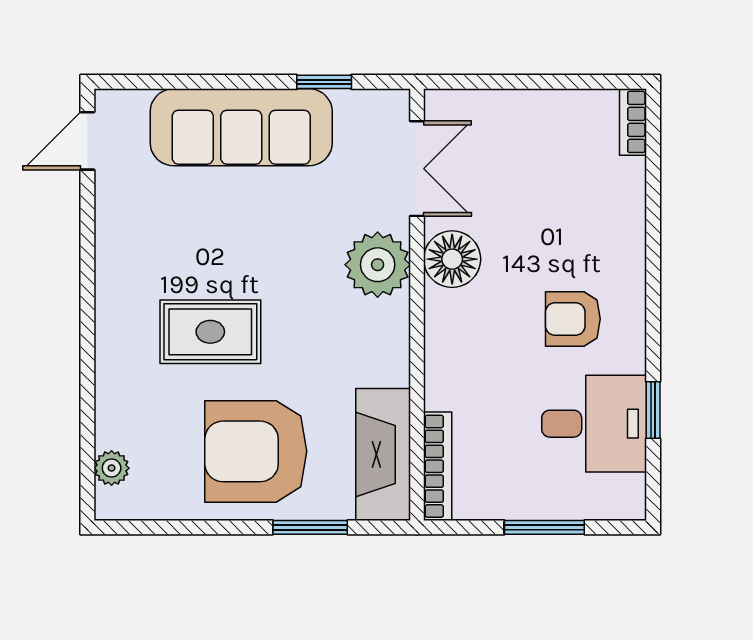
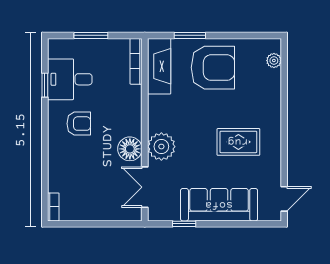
rug: (210, 332) -> (238, 142), moved

